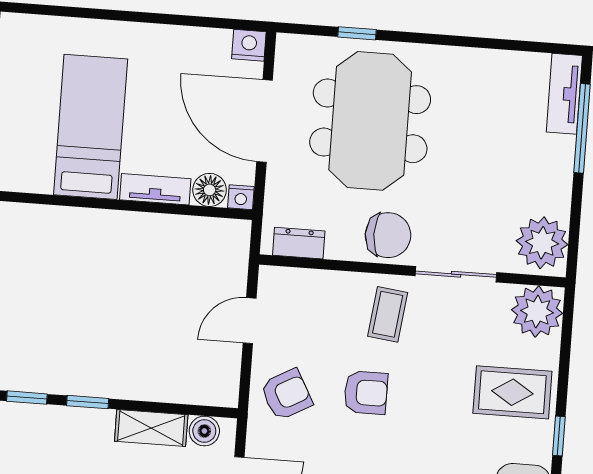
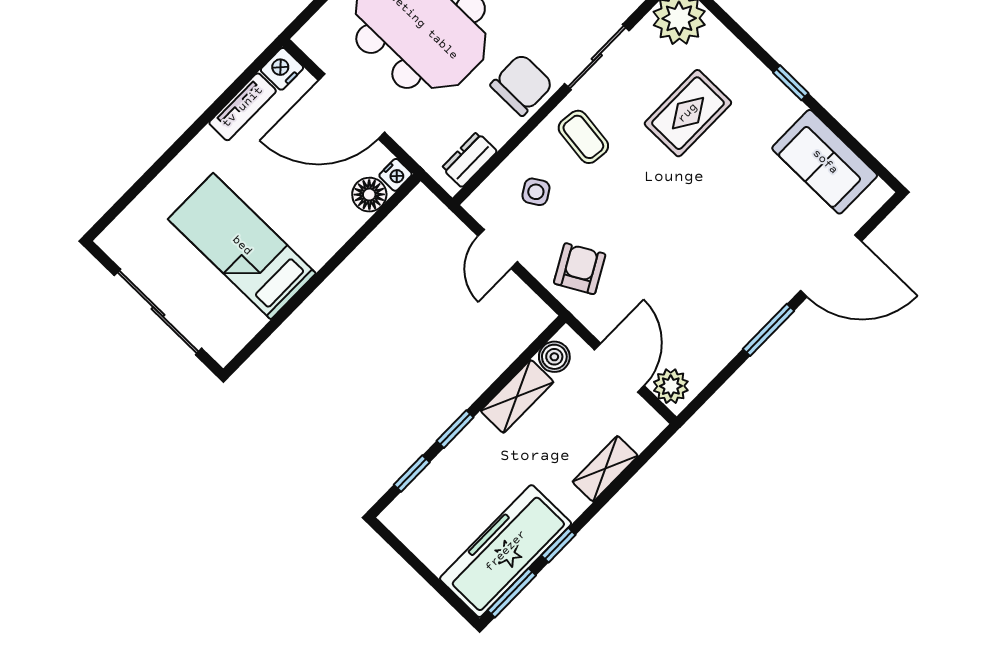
tv unit: (155, 189) -> (243, 107), moved, turned 180
side table: (317, 313) -> (536, 192), added
rug: (512, 392) -> (688, 113), moved
armchair: (366, 393) -> (630, 205), removed

